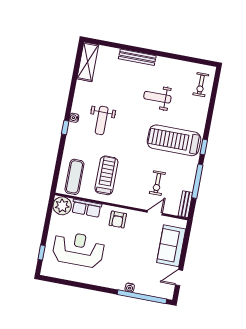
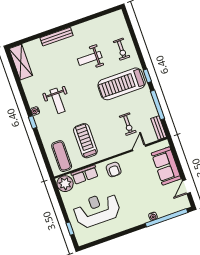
exercise bike: (201, 85) -> (122, 49), moved

